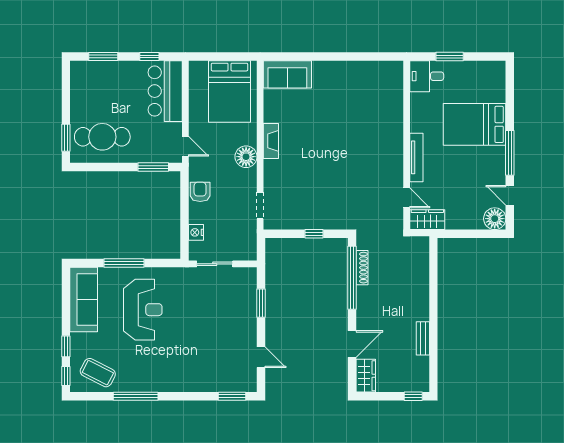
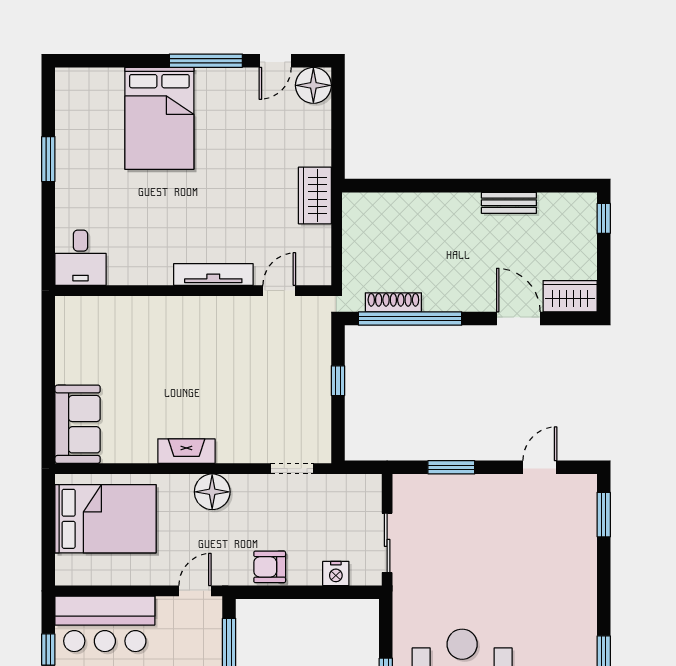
desk: (427, 76) -> (81, 258), moved
wall: (407, 145) -> (193, 291), moved
tv unit: (416, 157) -> (213, 274), moved
door: (407, 198) -> (279, 291), moved

